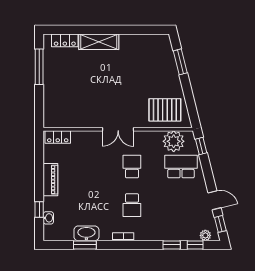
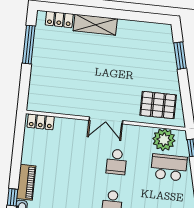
school desk: (132, 166) -> (117, 162), turned 180
piano: (50, 180) -> (26, 182), moved

